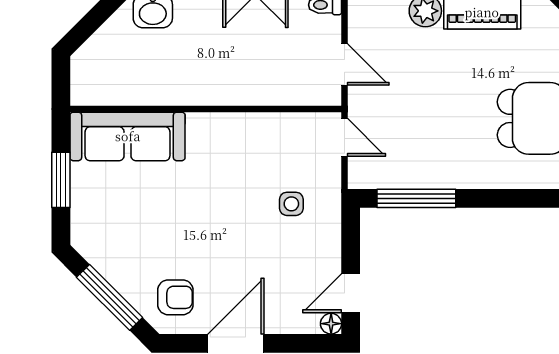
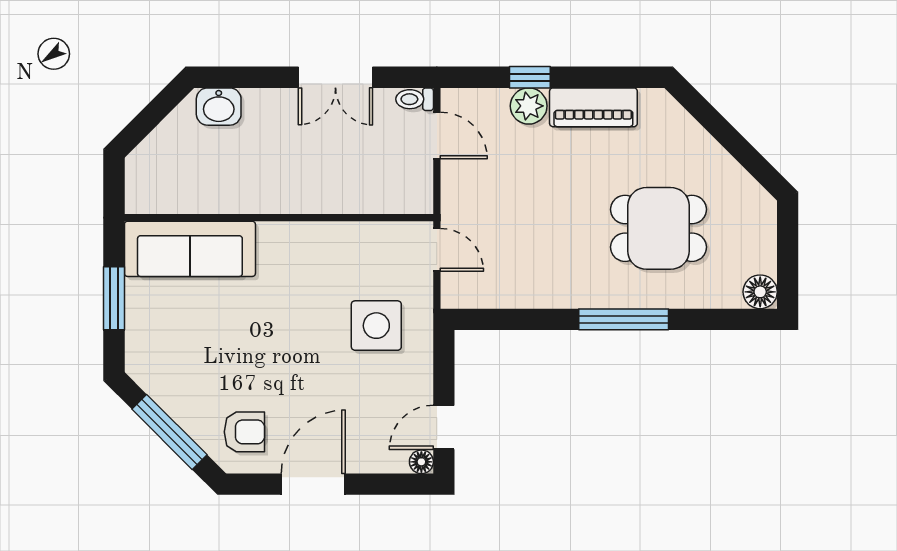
door: (345, 65) -> (437, 135), moved
window: (416, 198) -> (624, 319), moved
side table: (291, 204) -> (376, 326), width x1.87, depth x1.87

